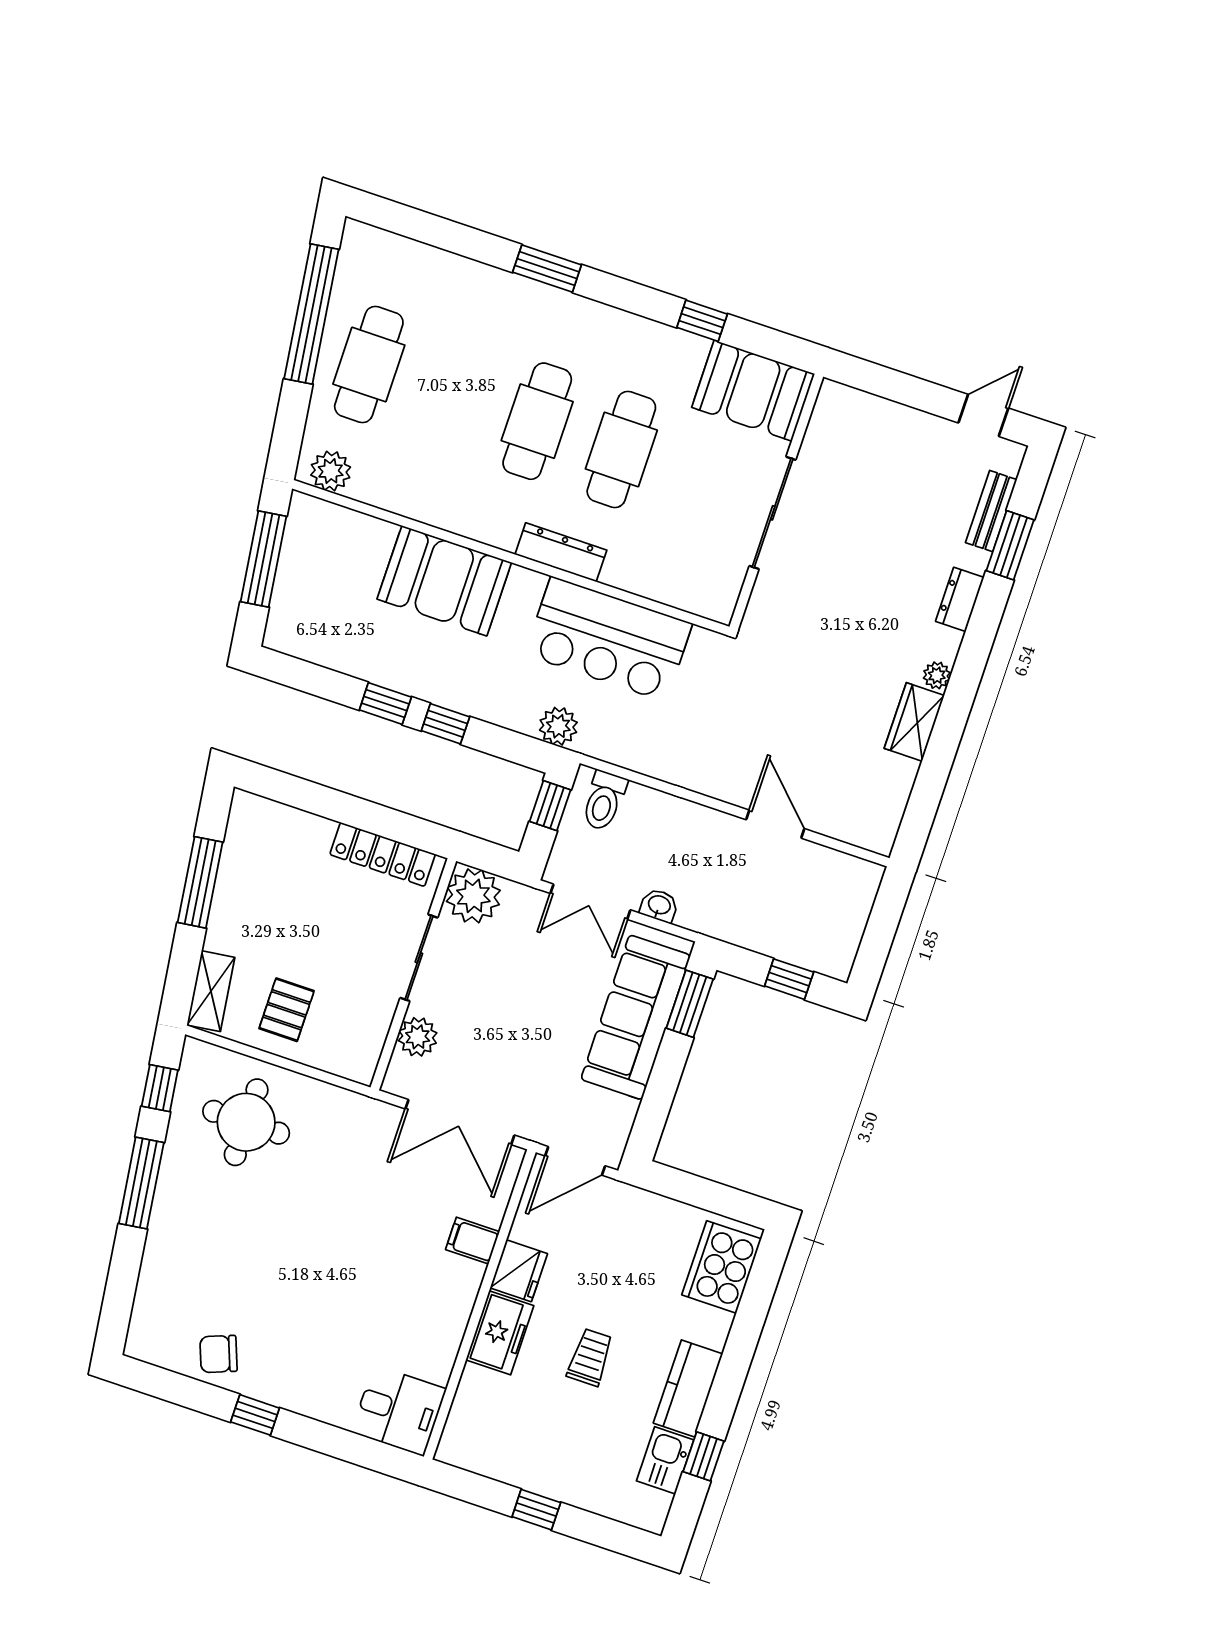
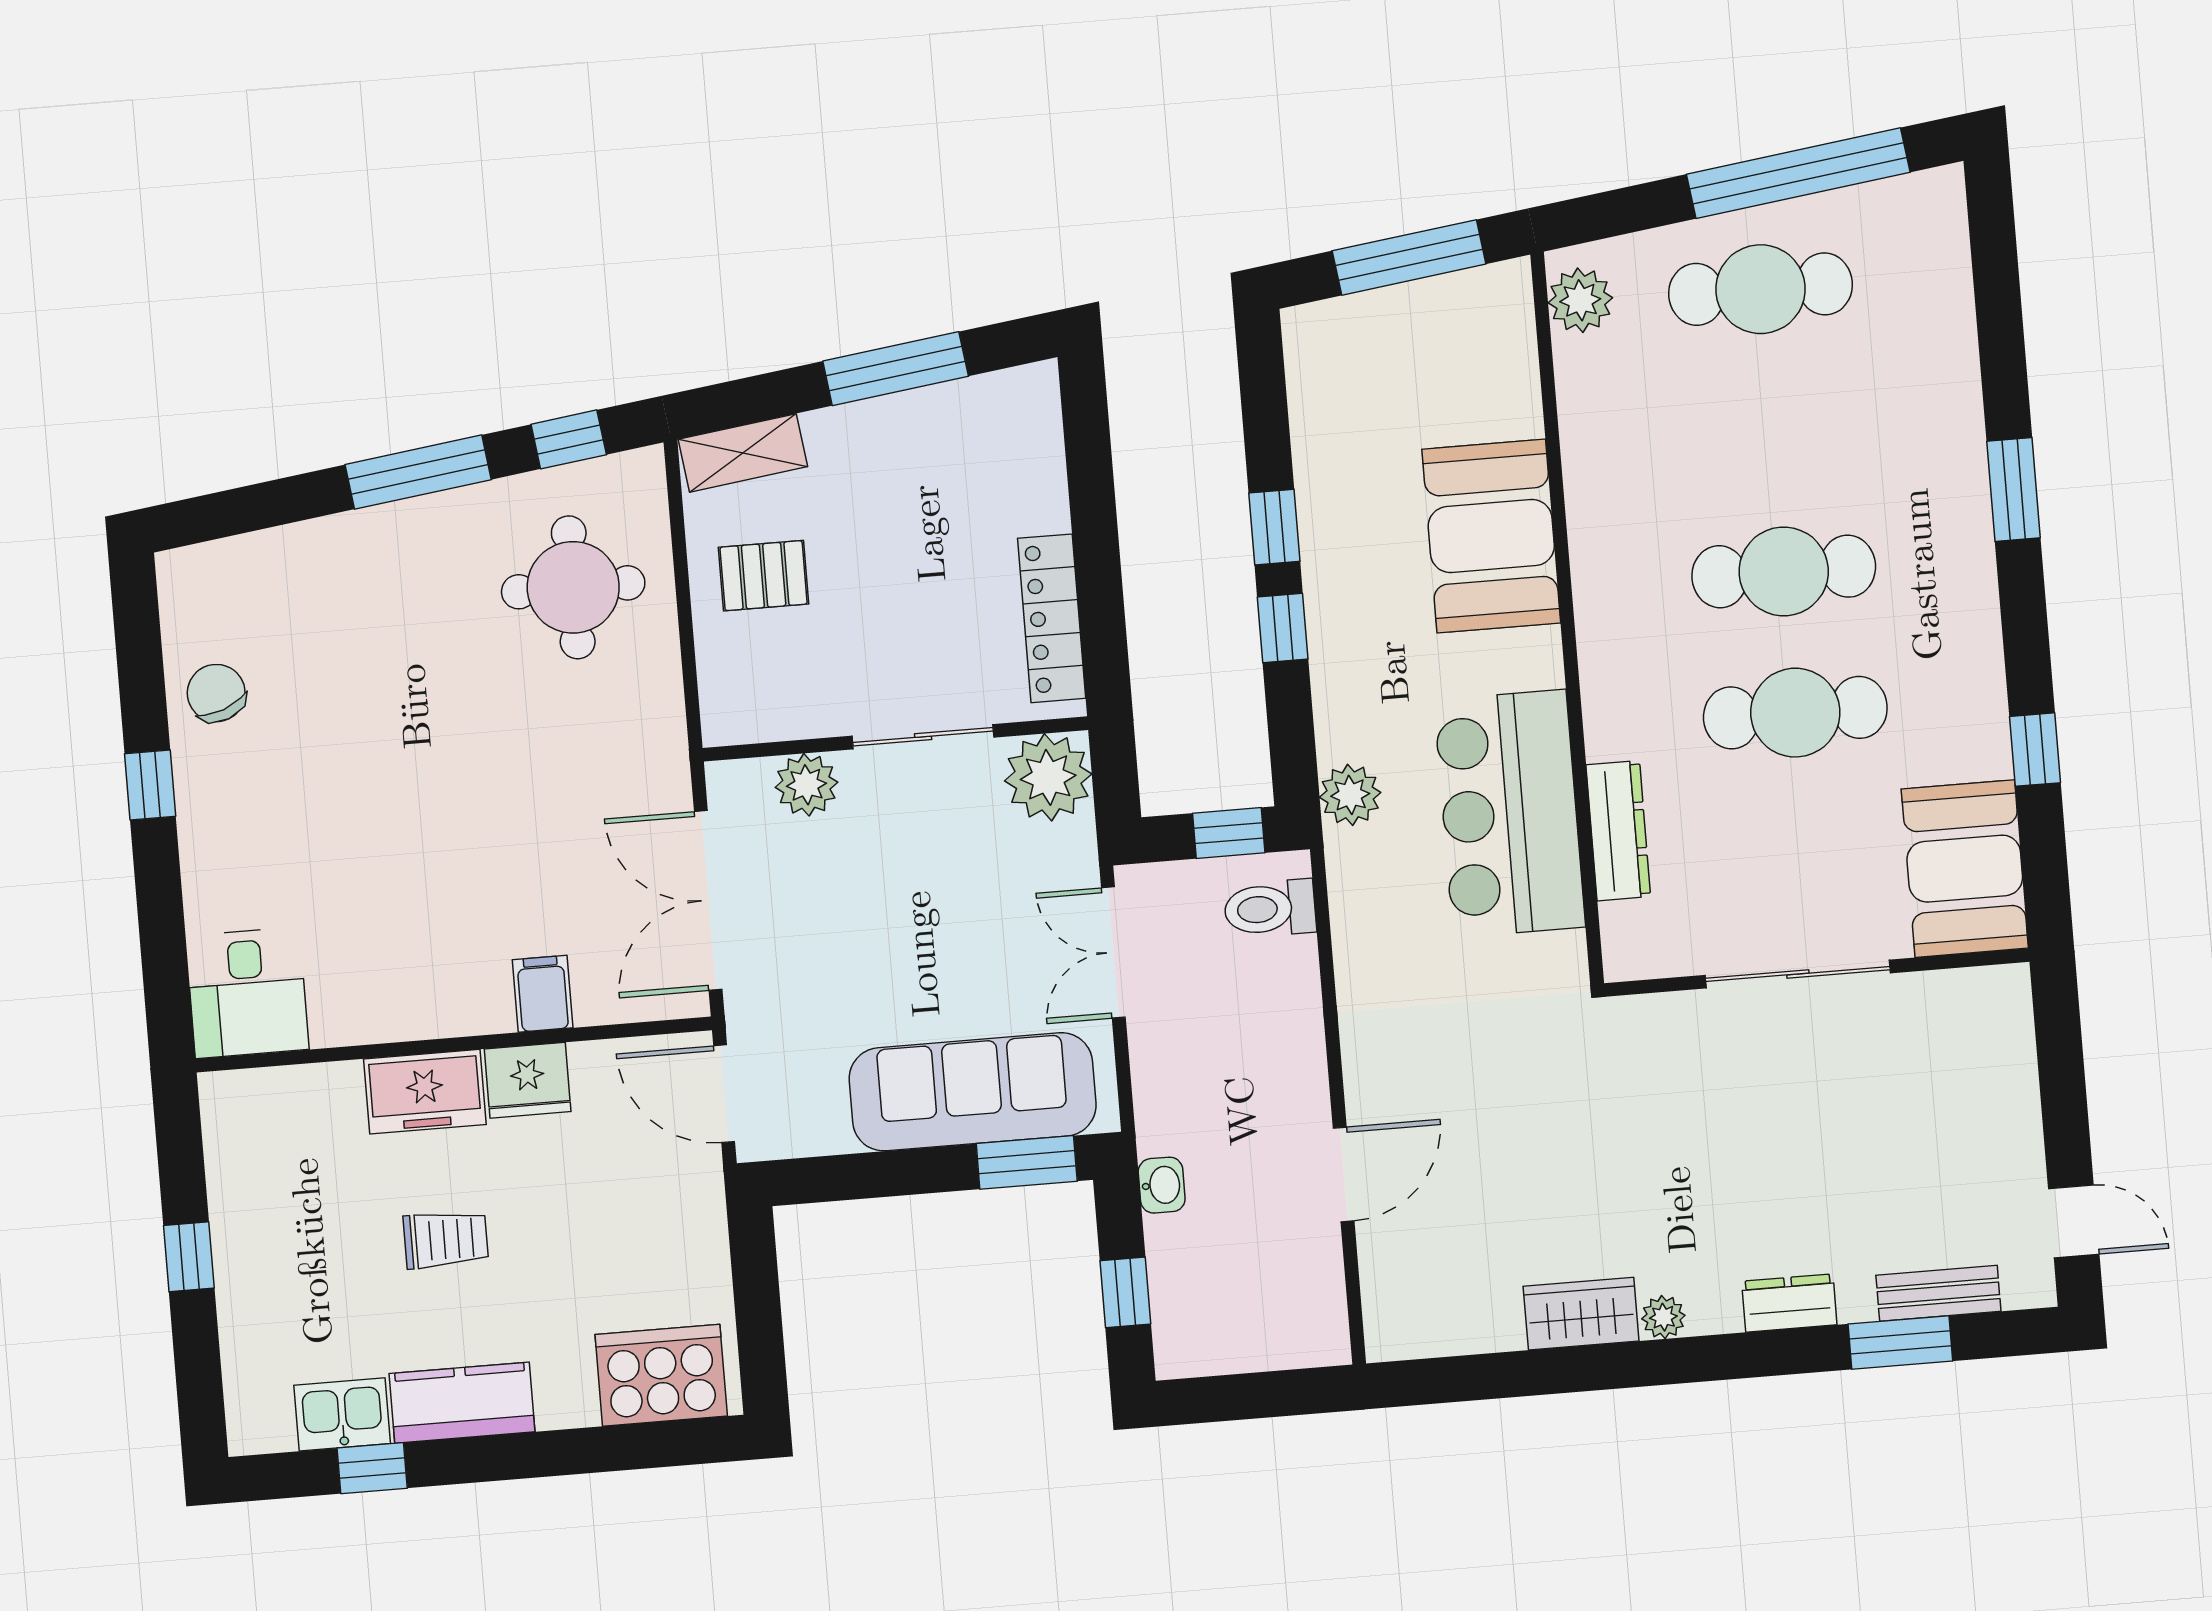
dresser: (561, 552) -> (1618, 831), moved
washbasin: (659, 906) -> (1162, 1185), moved

